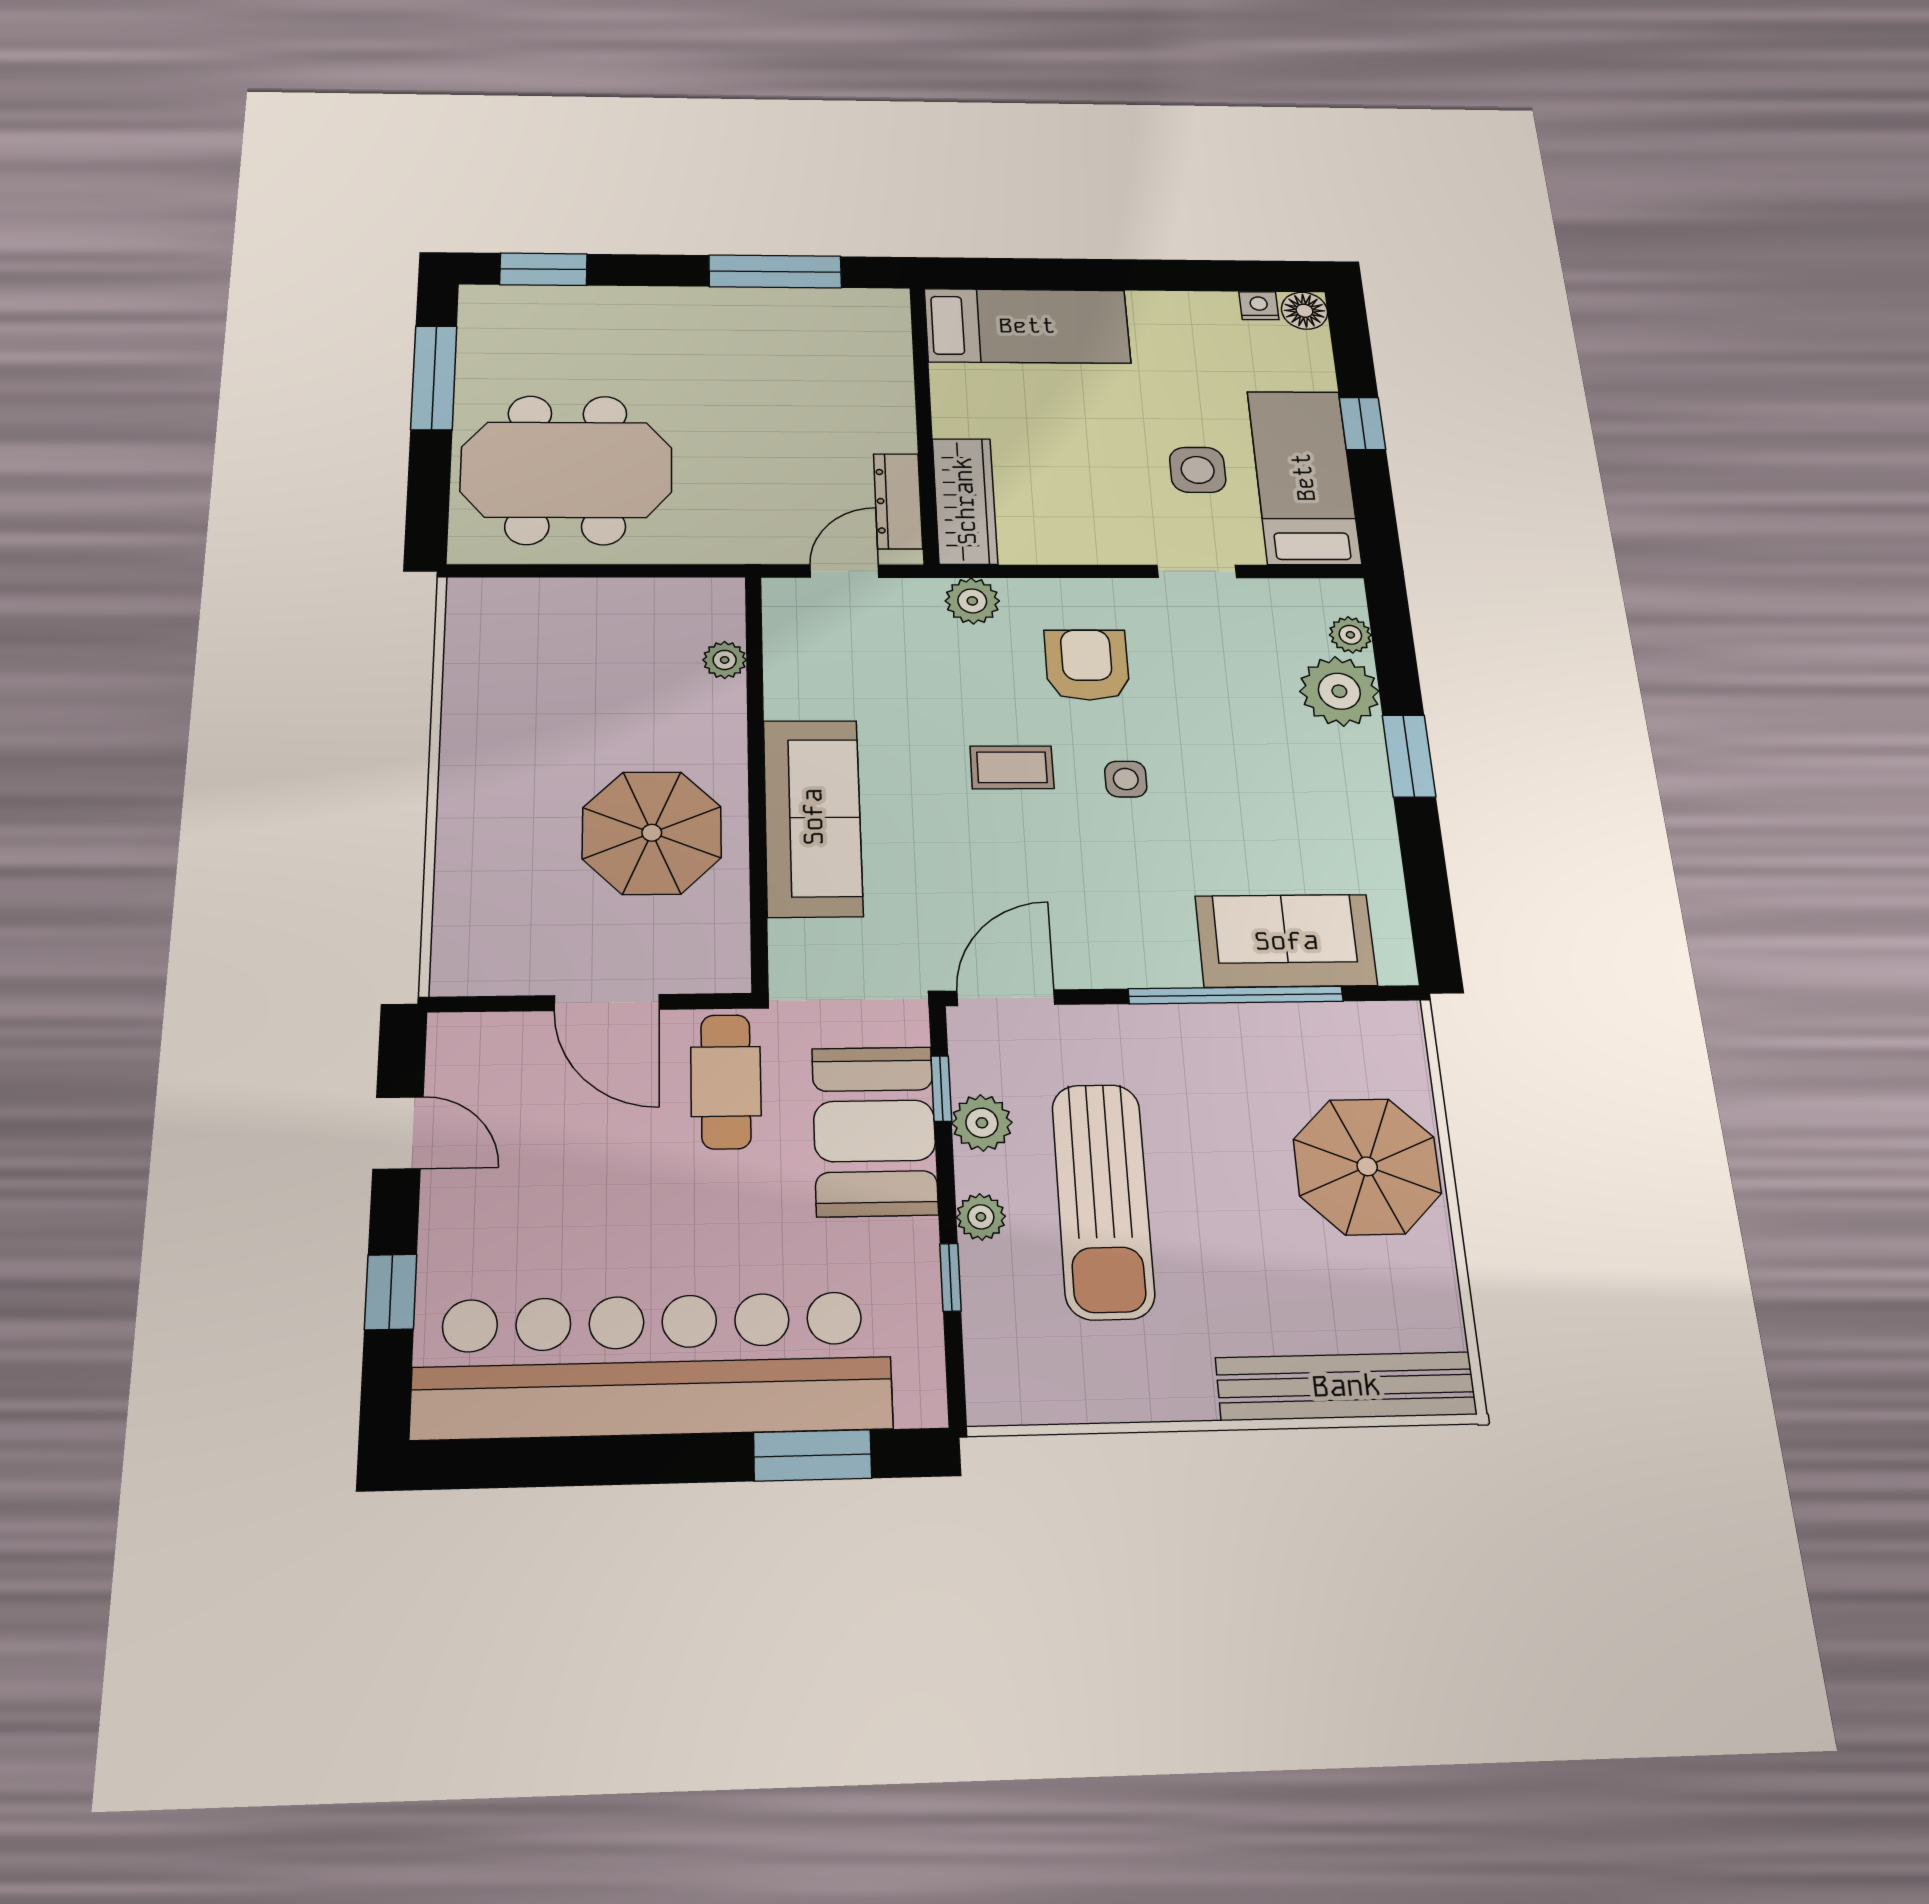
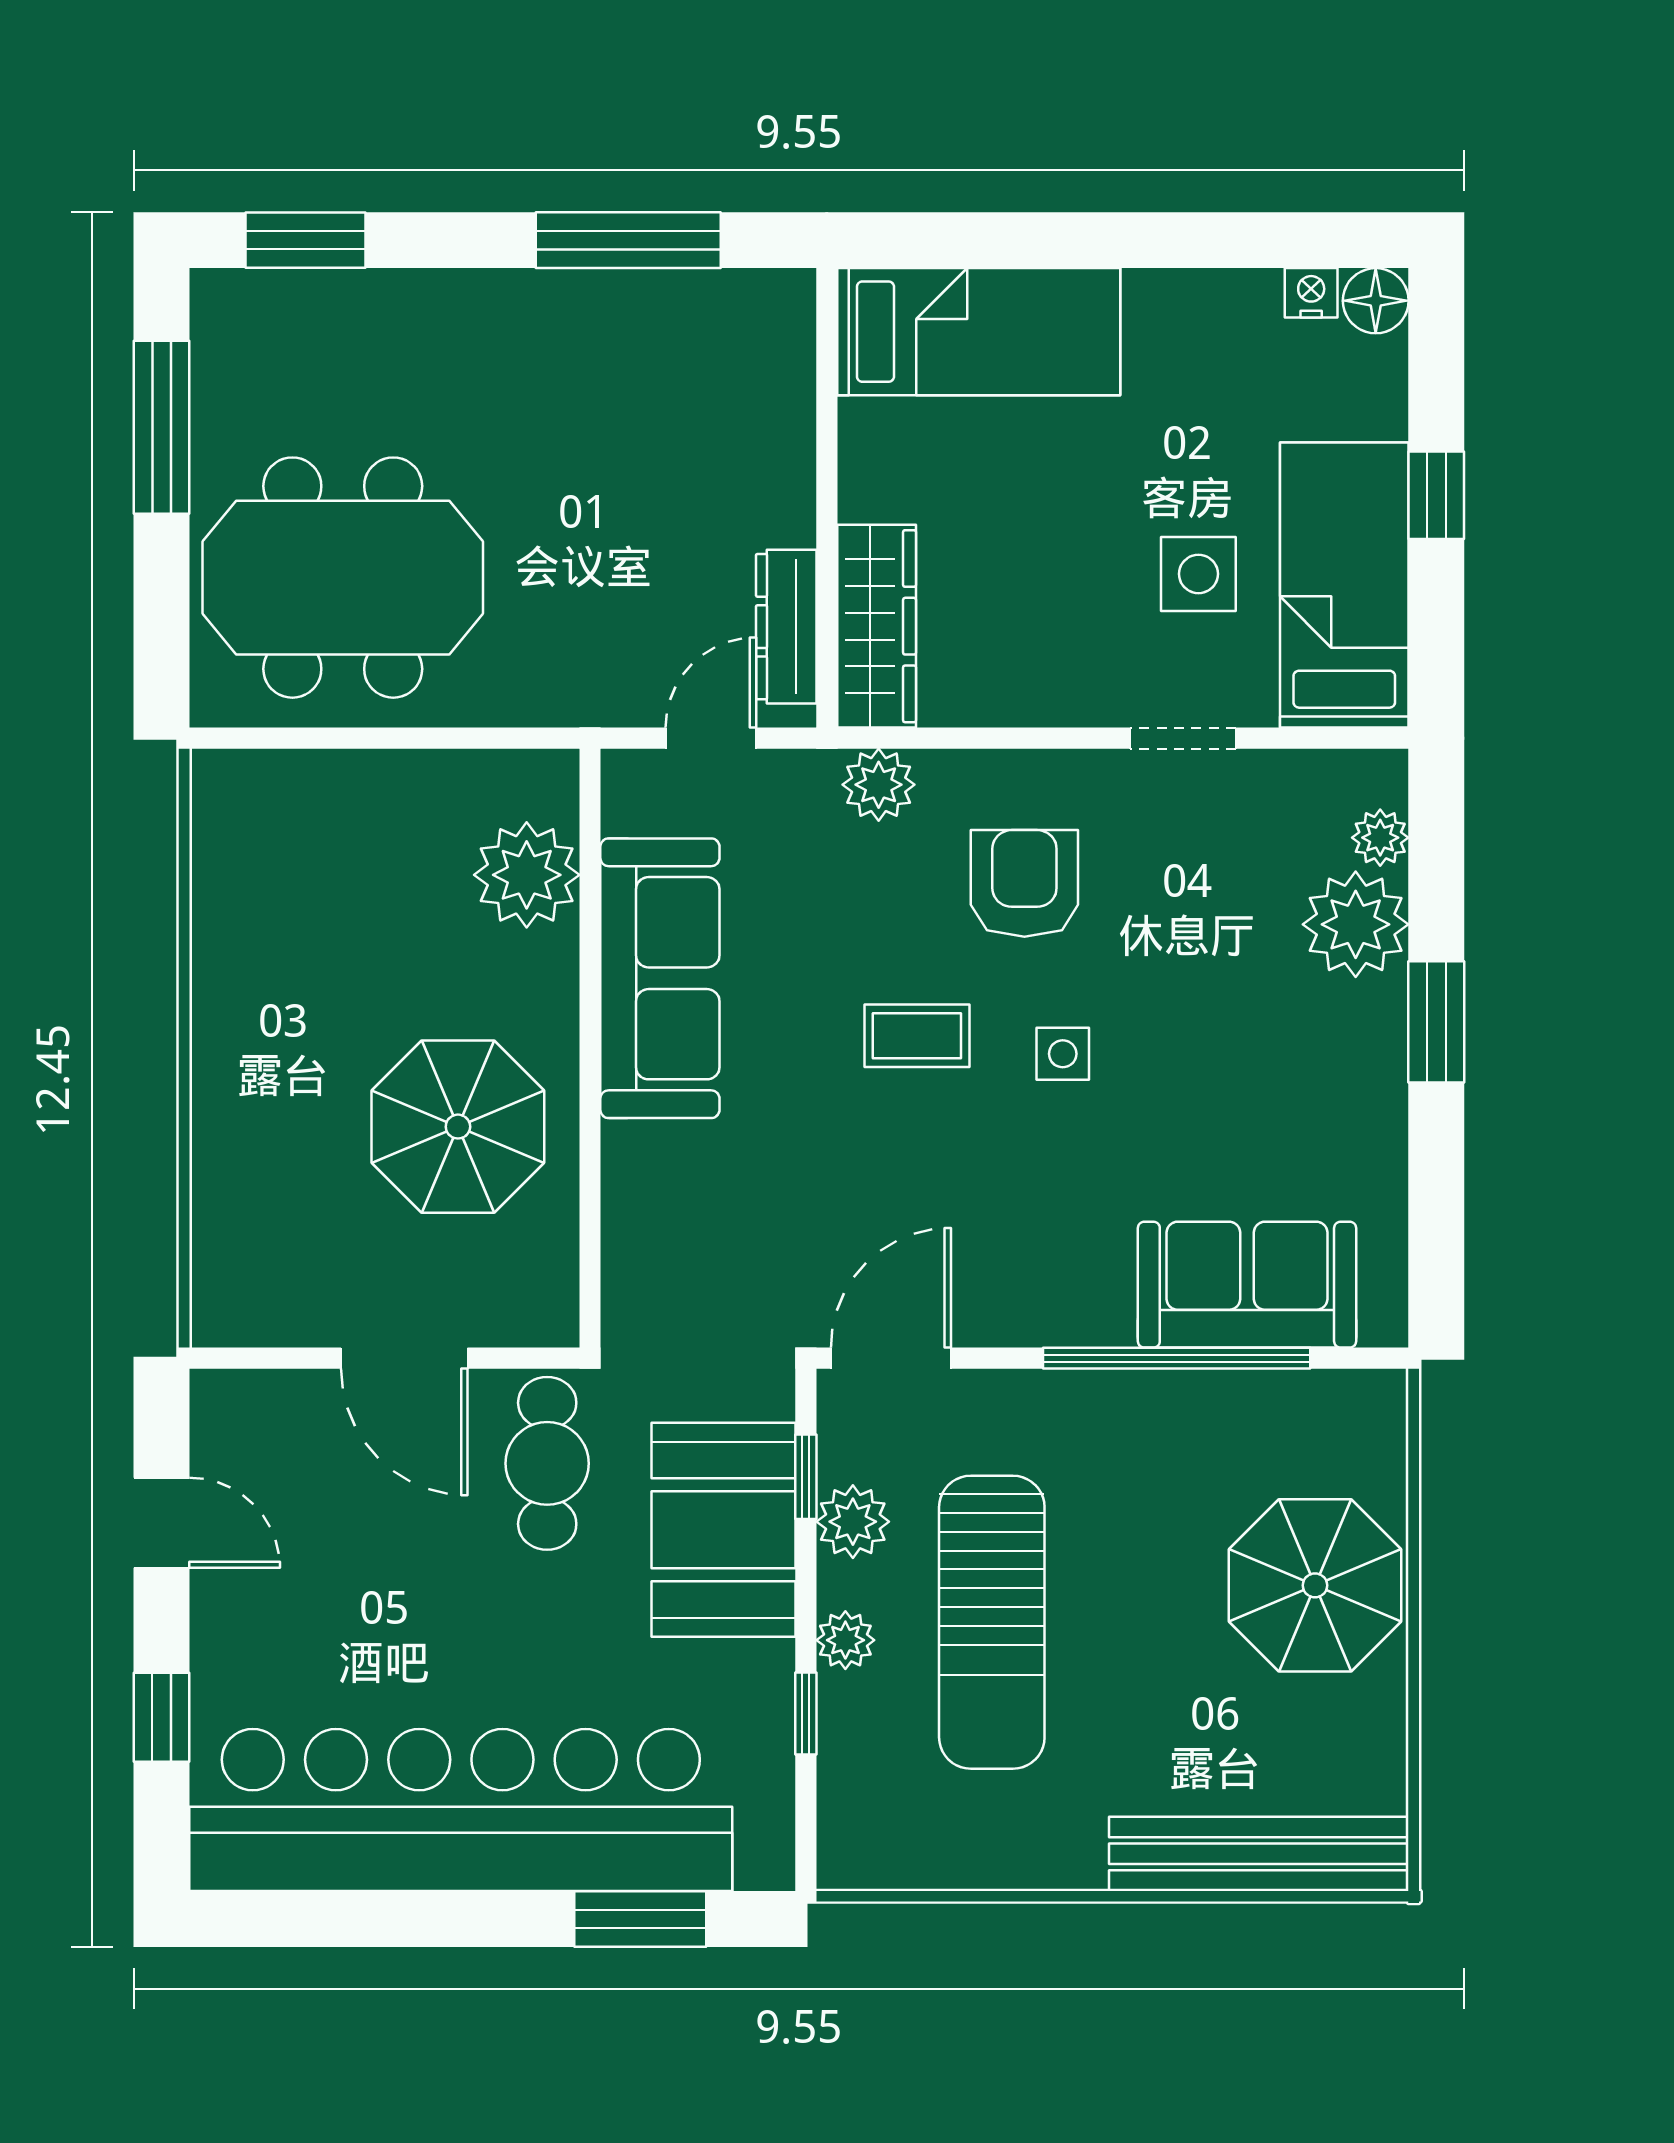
plant: (725, 660) -> (527, 875), width x1.87, depth x1.87
sofa: (813, 817) -> (660, 978), moved

